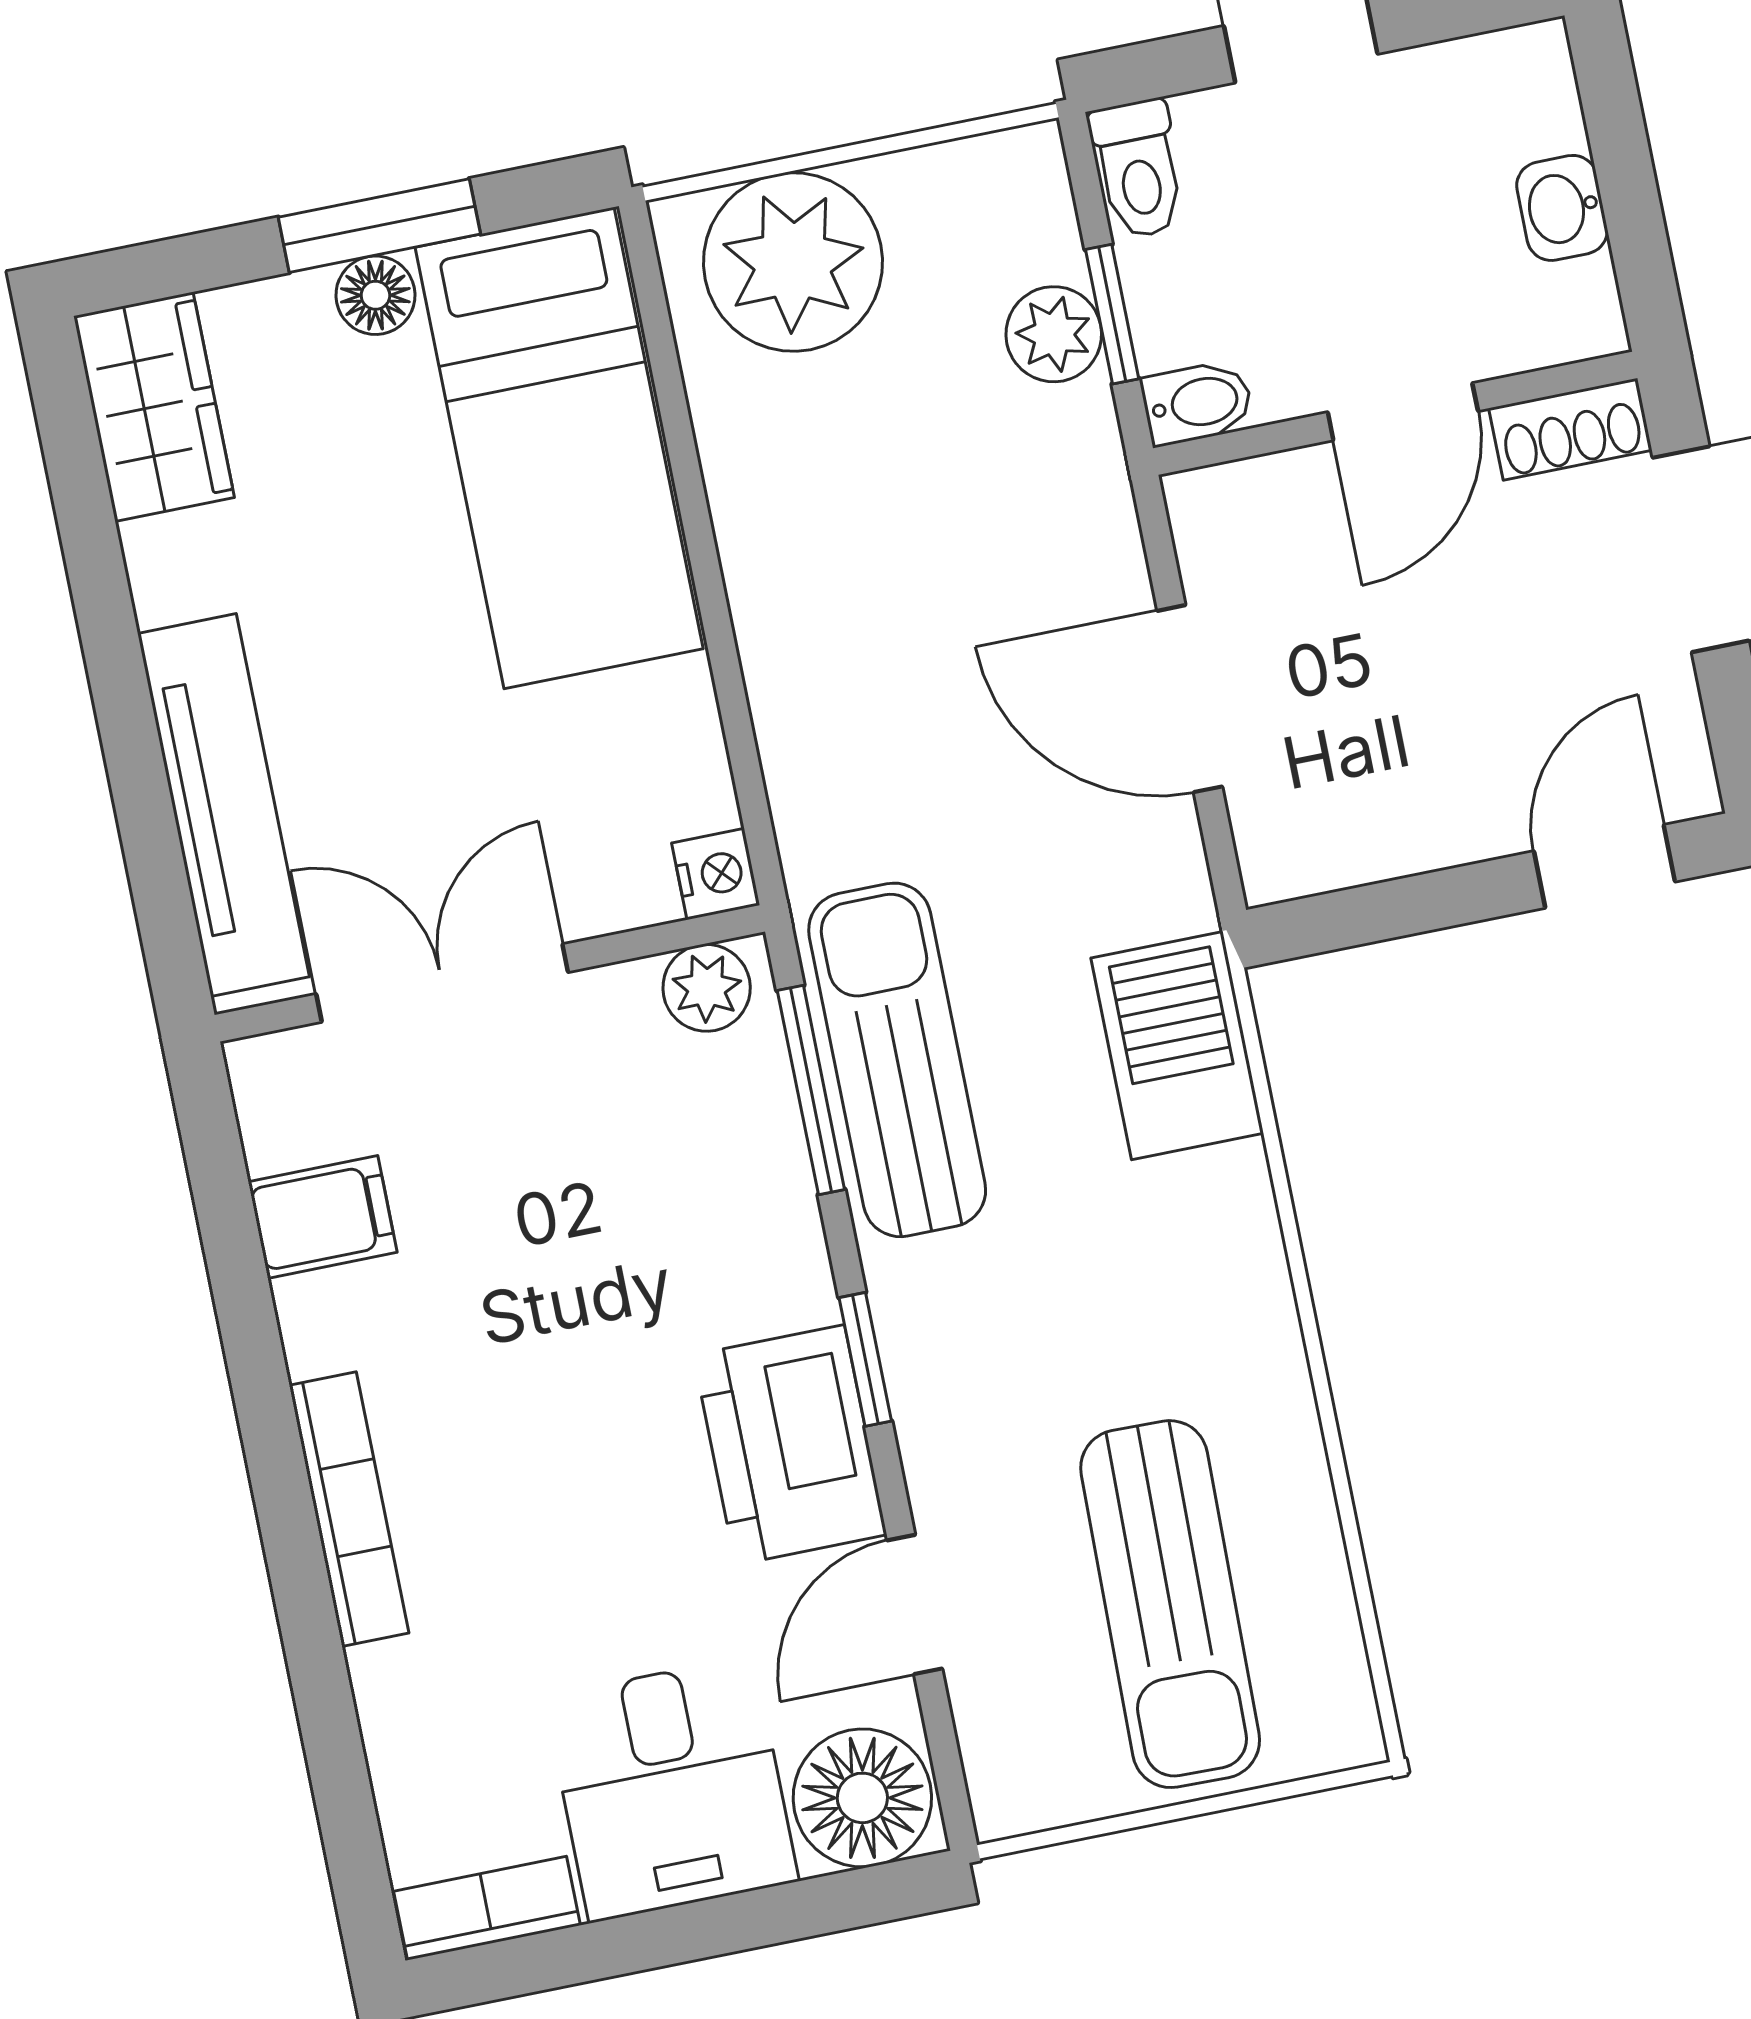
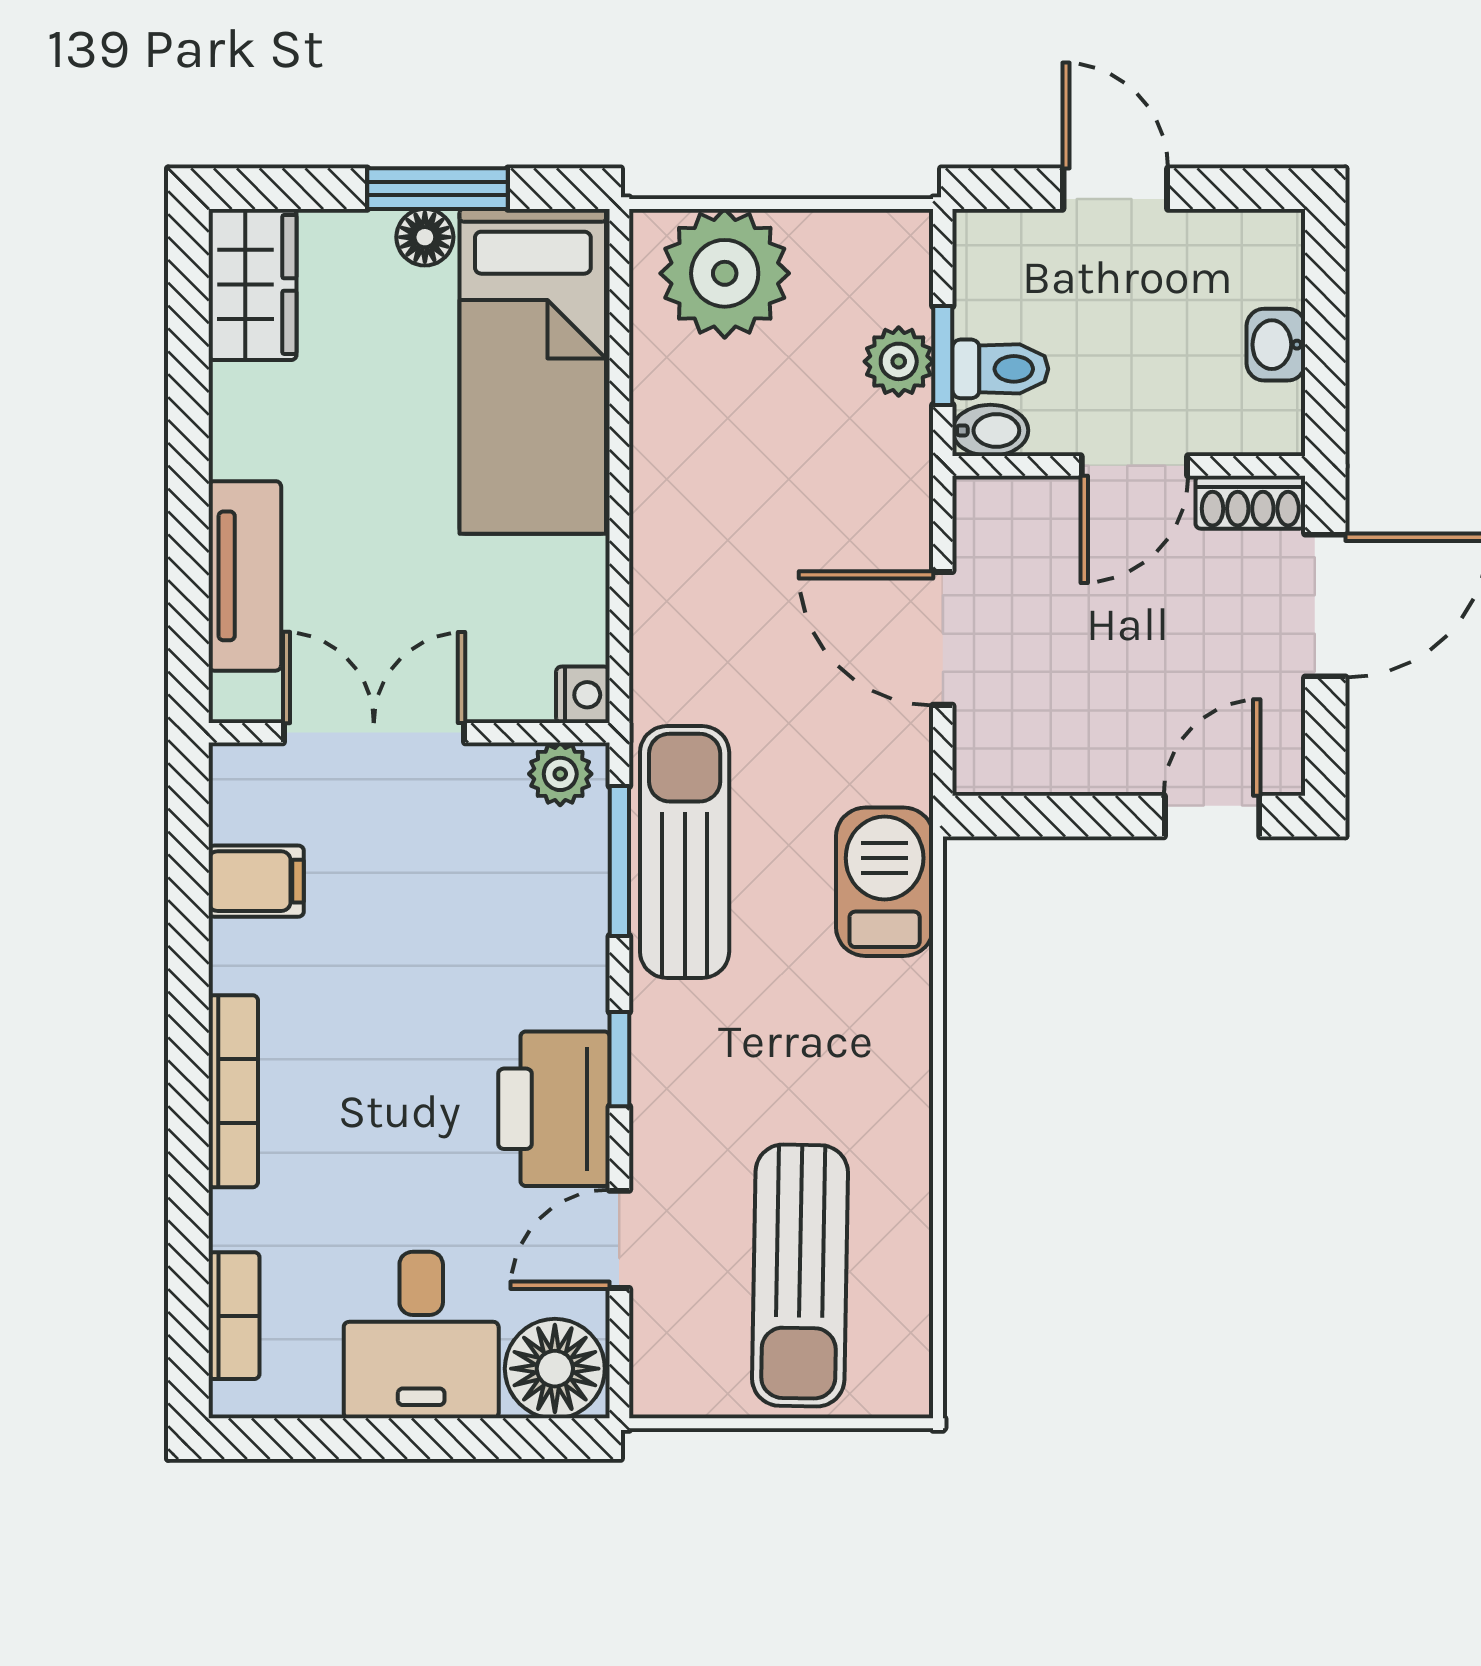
toilet: (1138, 169) -> (1000, 369), moved, turned -90
tv unit: (223, 805) -> (245, 576), width x0.71
bookcase: (487, 1908) -> (234, 1316), moved, turned 90

